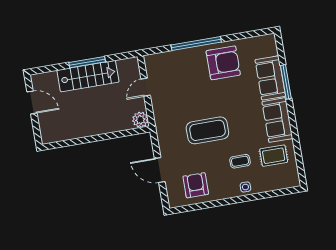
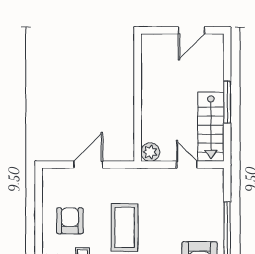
stairs: (88, 76) -> (211, 127), moved
armchair: (196, 185) -> (70, 221), moved, turned -90

